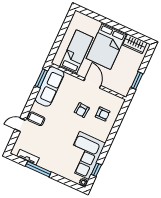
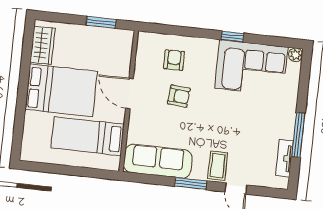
window: (41, 78) -> (190, 183), moved
door: (92, 83) -> (129, 93), hinge flipped
window: (96, 170) -> (232, 37), moved

